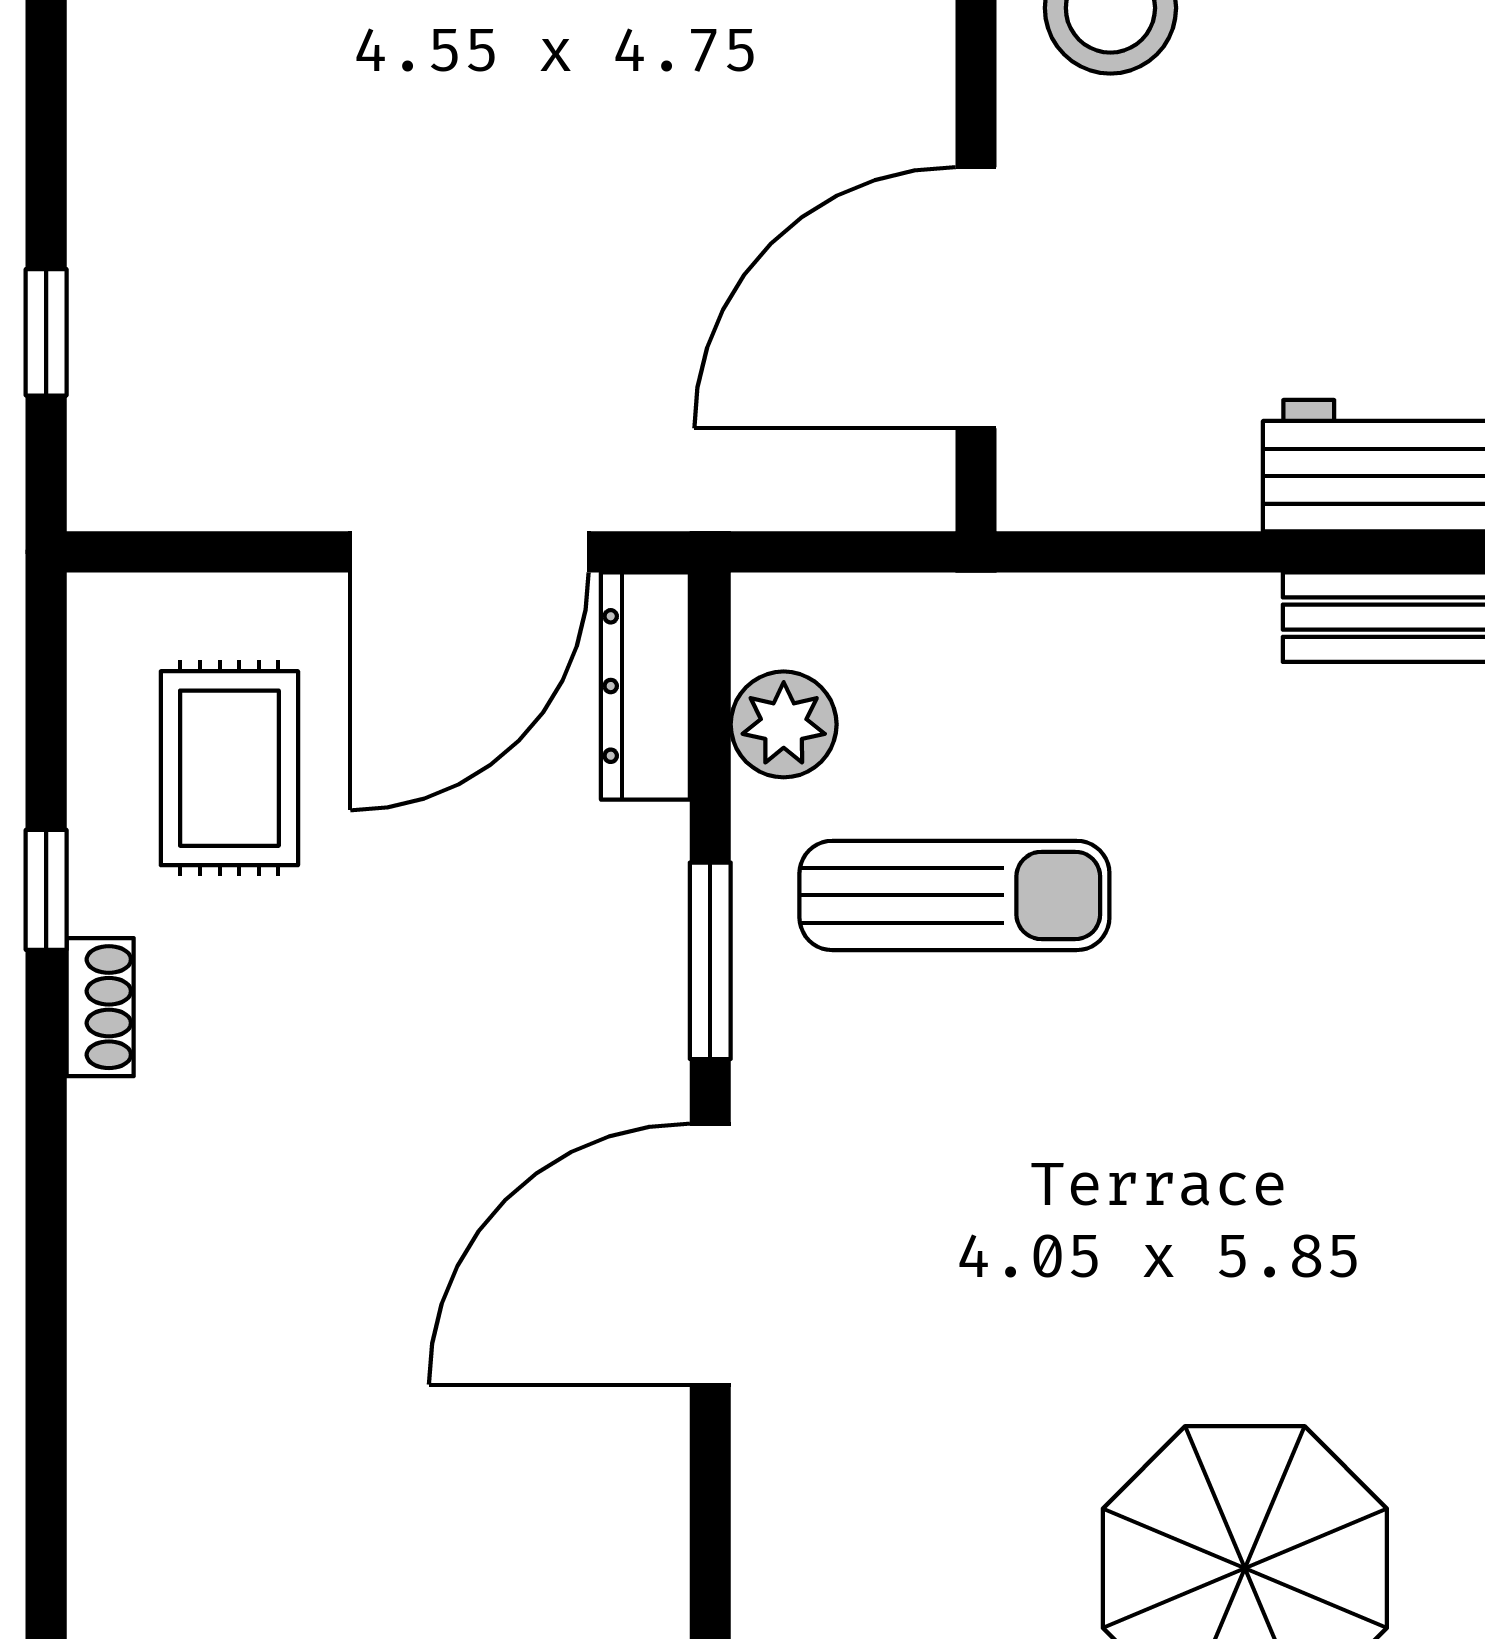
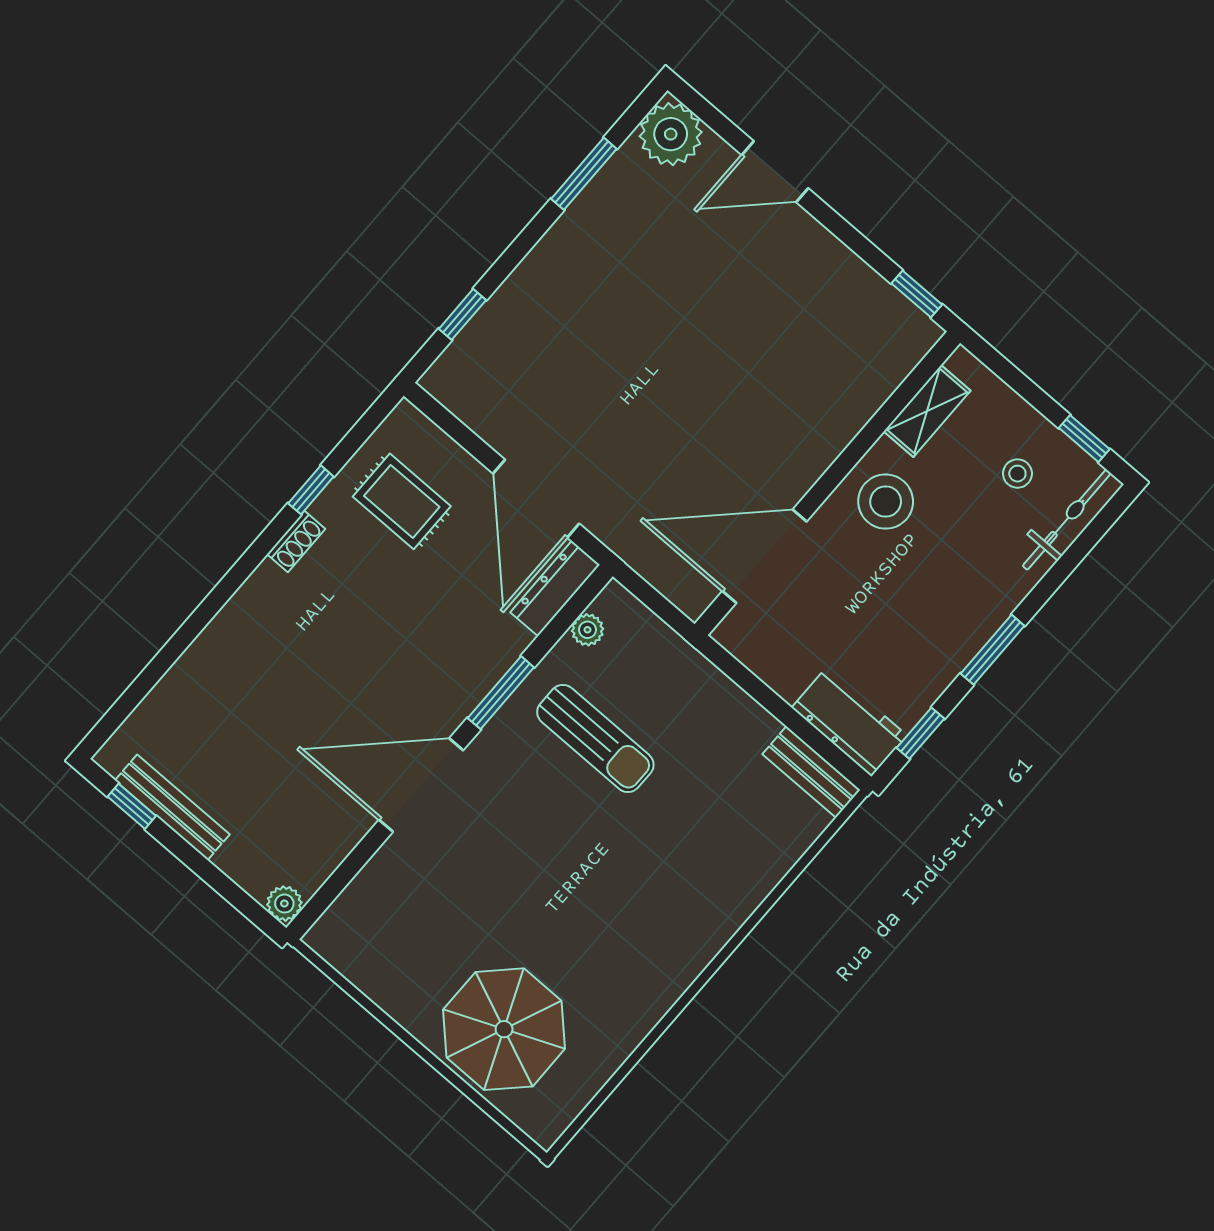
door: (470, 552) -> (536, 499), hinge flipped
plant: (784, 724) -> (587, 630), width x0.73, depth x0.73
rug: (229, 768) -> (402, 501), turned 90

